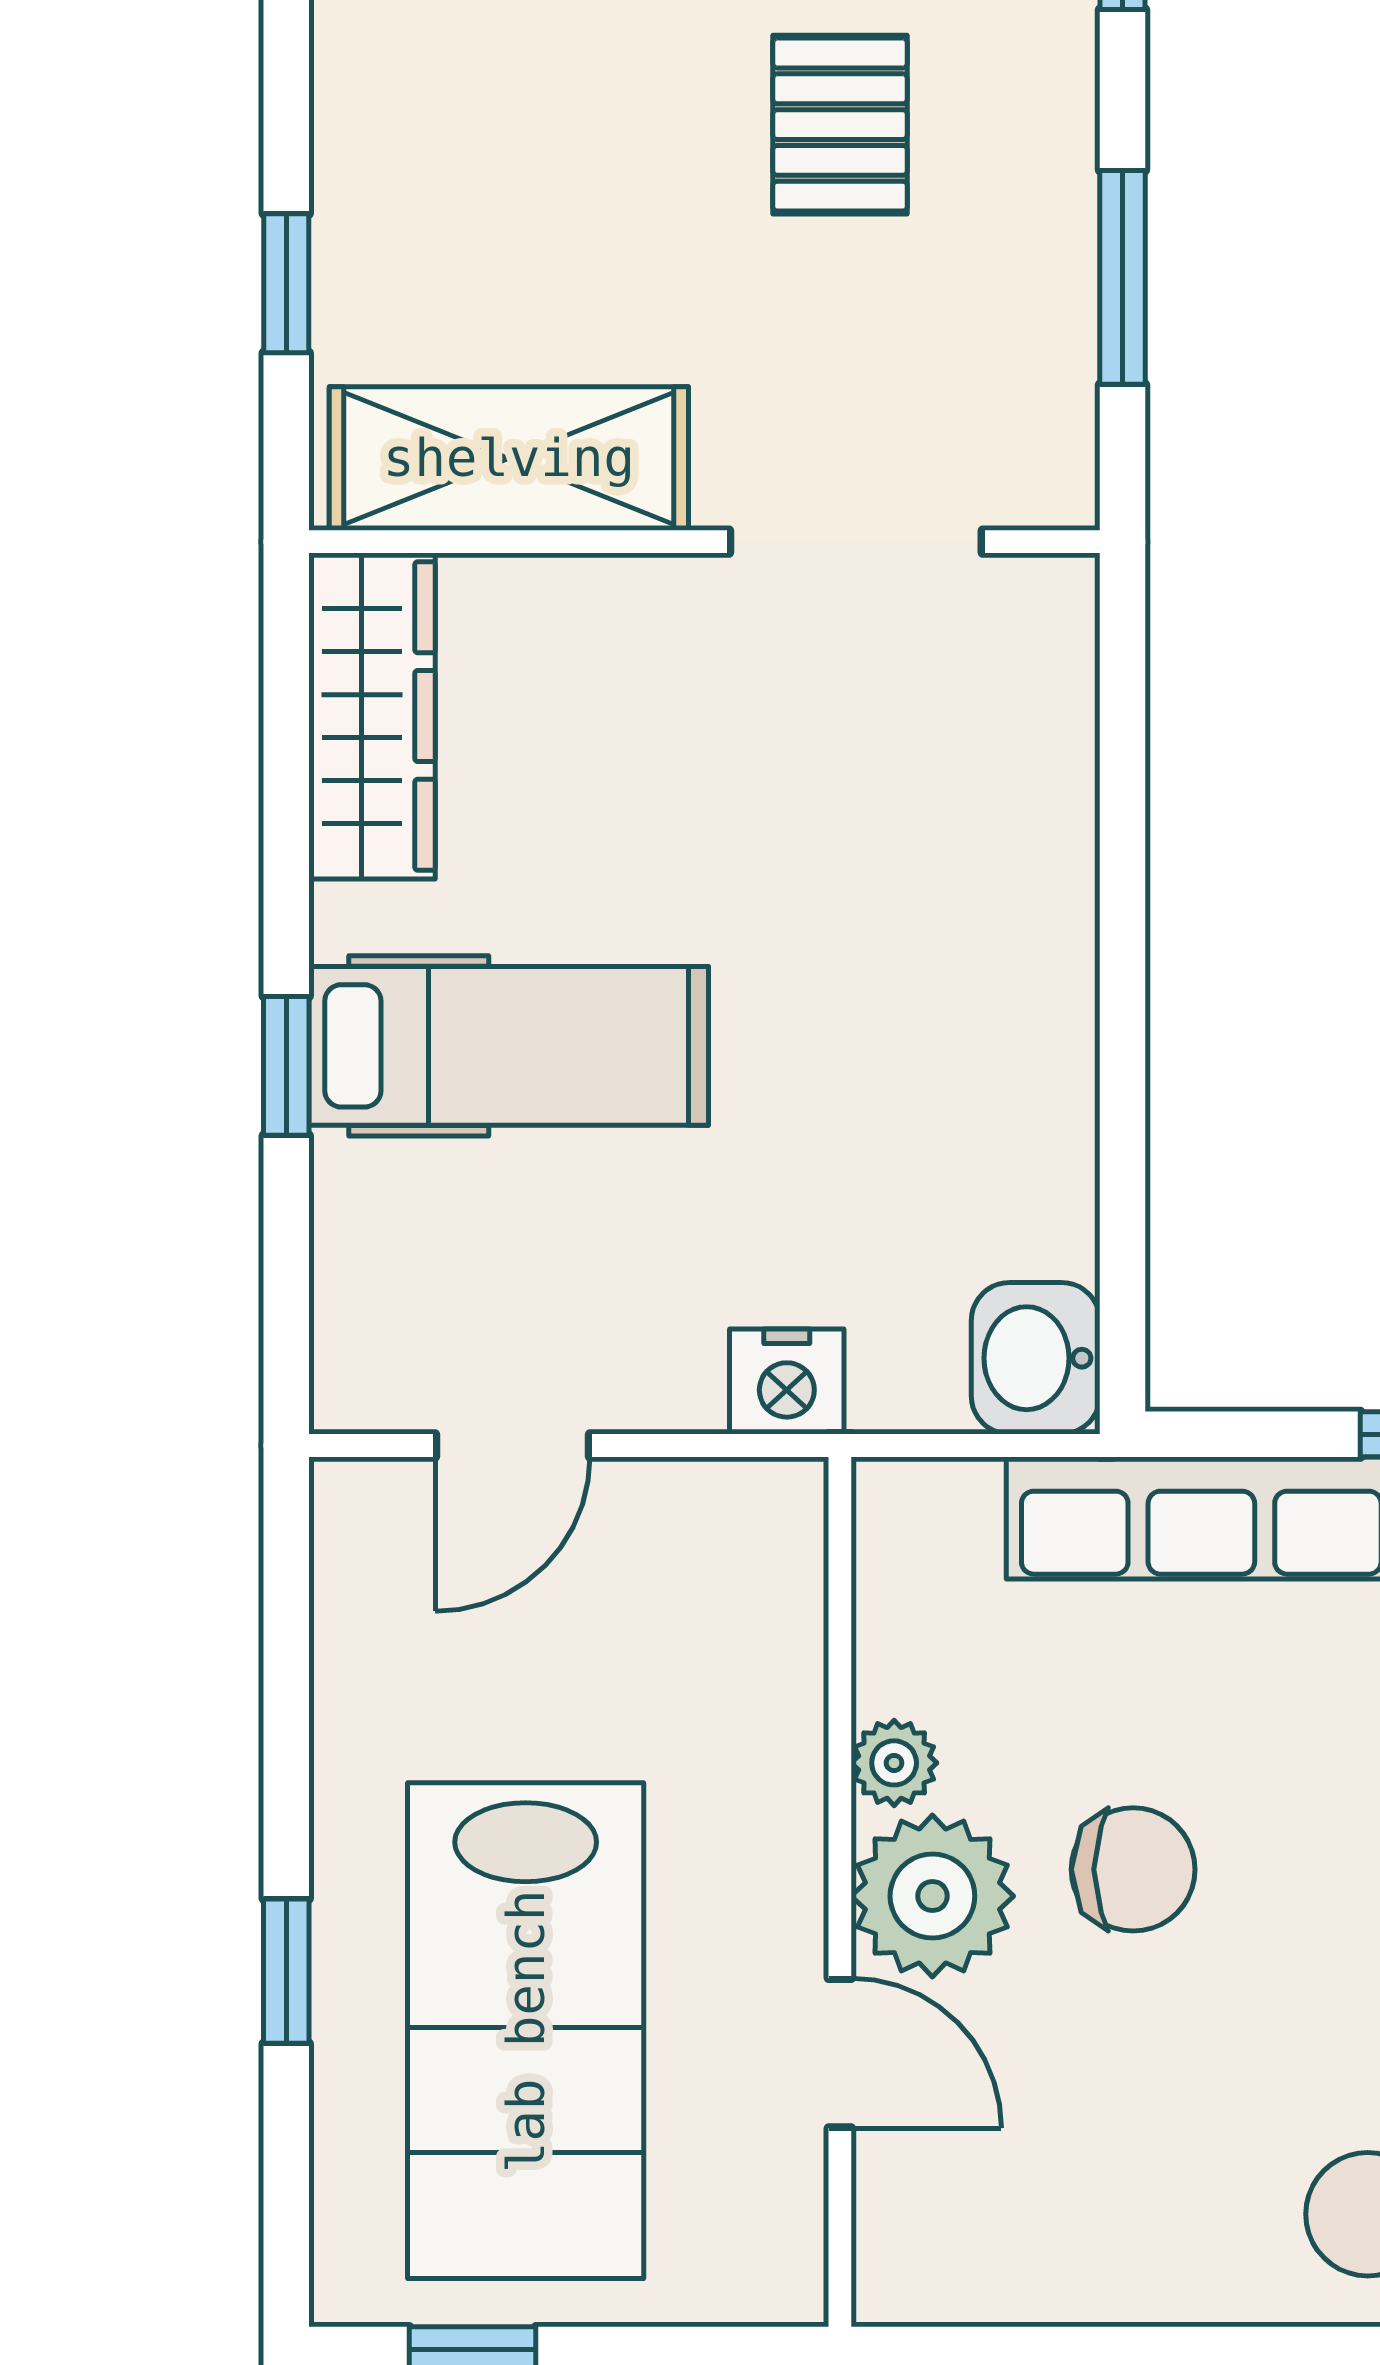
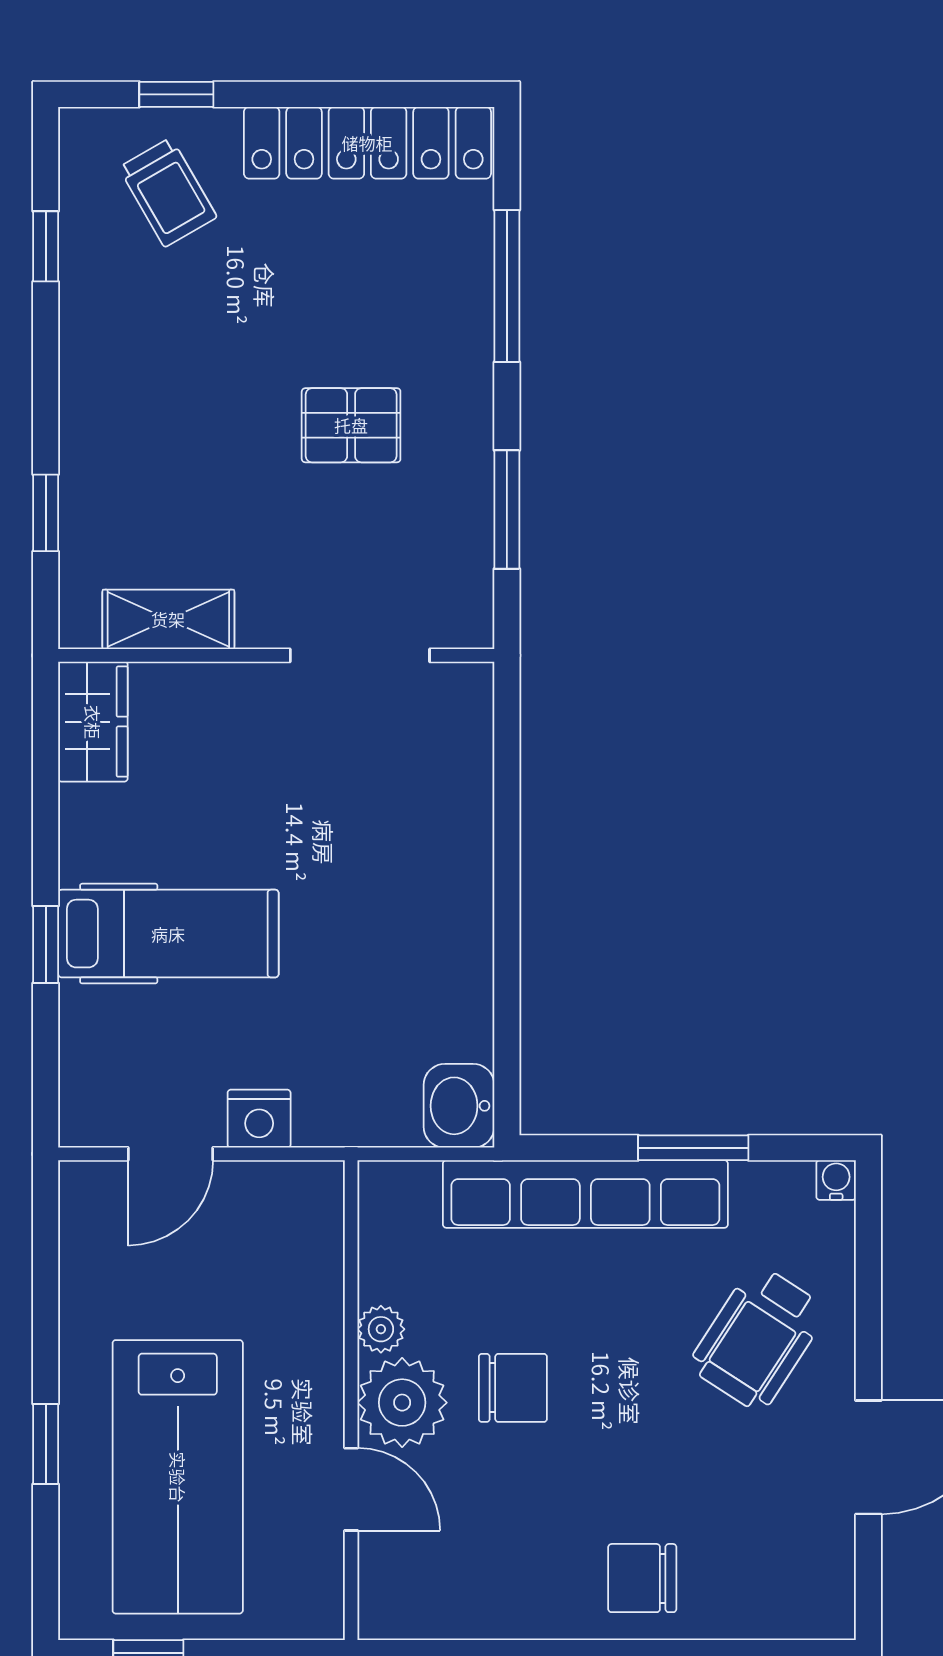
pallet: (840, 125) -> (351, 425), turned 90
shelving: (509, 458) -> (168, 619), width x0.67, depth x0.75
wardrobe: (372, 716) -> (93, 722), width x0.67
nightstand: (787, 1382) -> (259, 1119), moved

